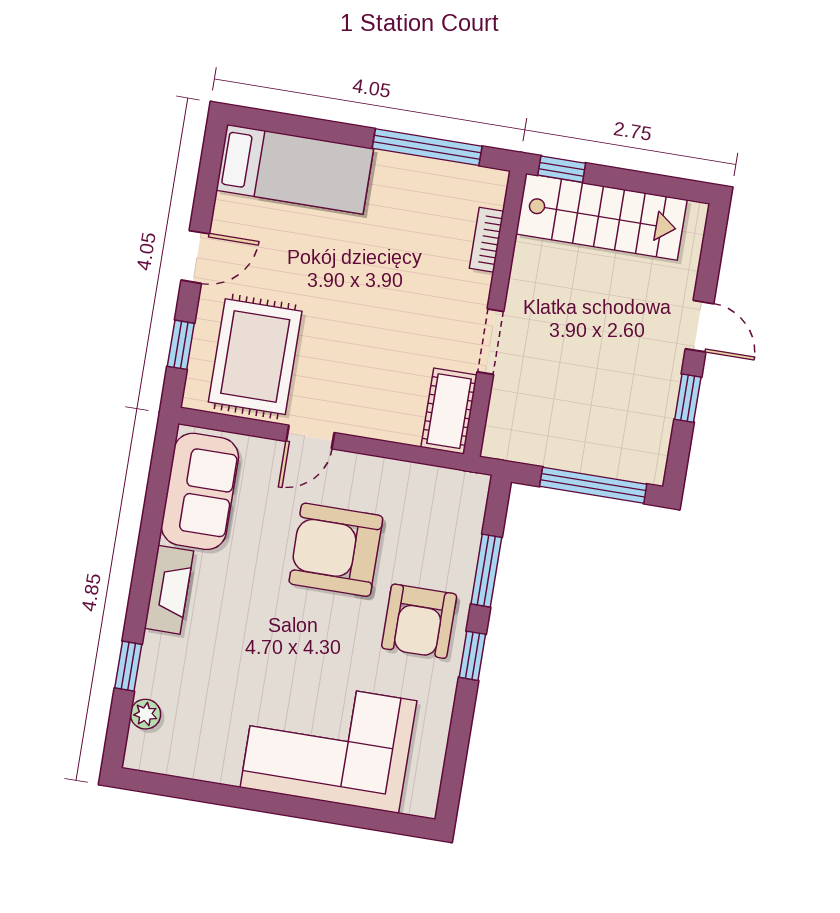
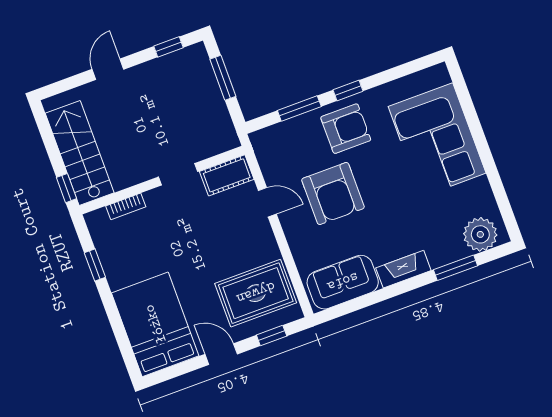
window: (427, 147) -> (95, 265), width x0.46
bed: (295, 169) -> (155, 324), width x1.50
window: (688, 398) -> (169, 47), moved
door: (310, 437) -> (267, 202), moved
window: (593, 485) -> (223, 78), width x0.69
window: (128, 666) -> (456, 268), width x1.50
plant: (145, 714) -> (480, 234), width x1.88, depth x1.88

